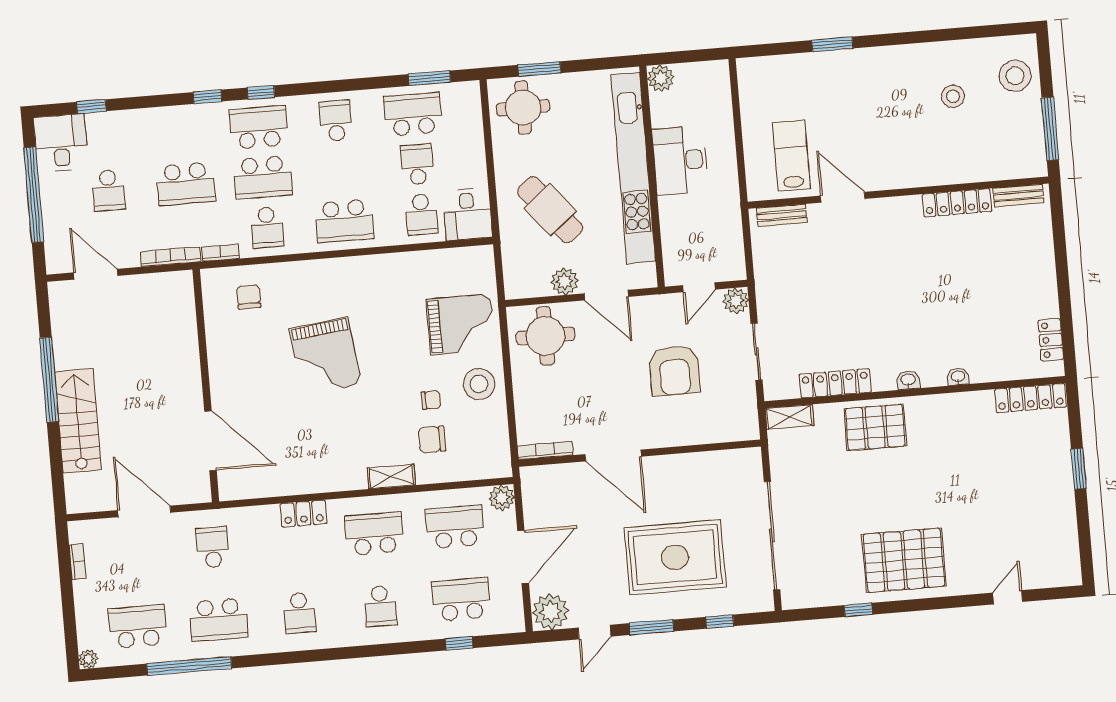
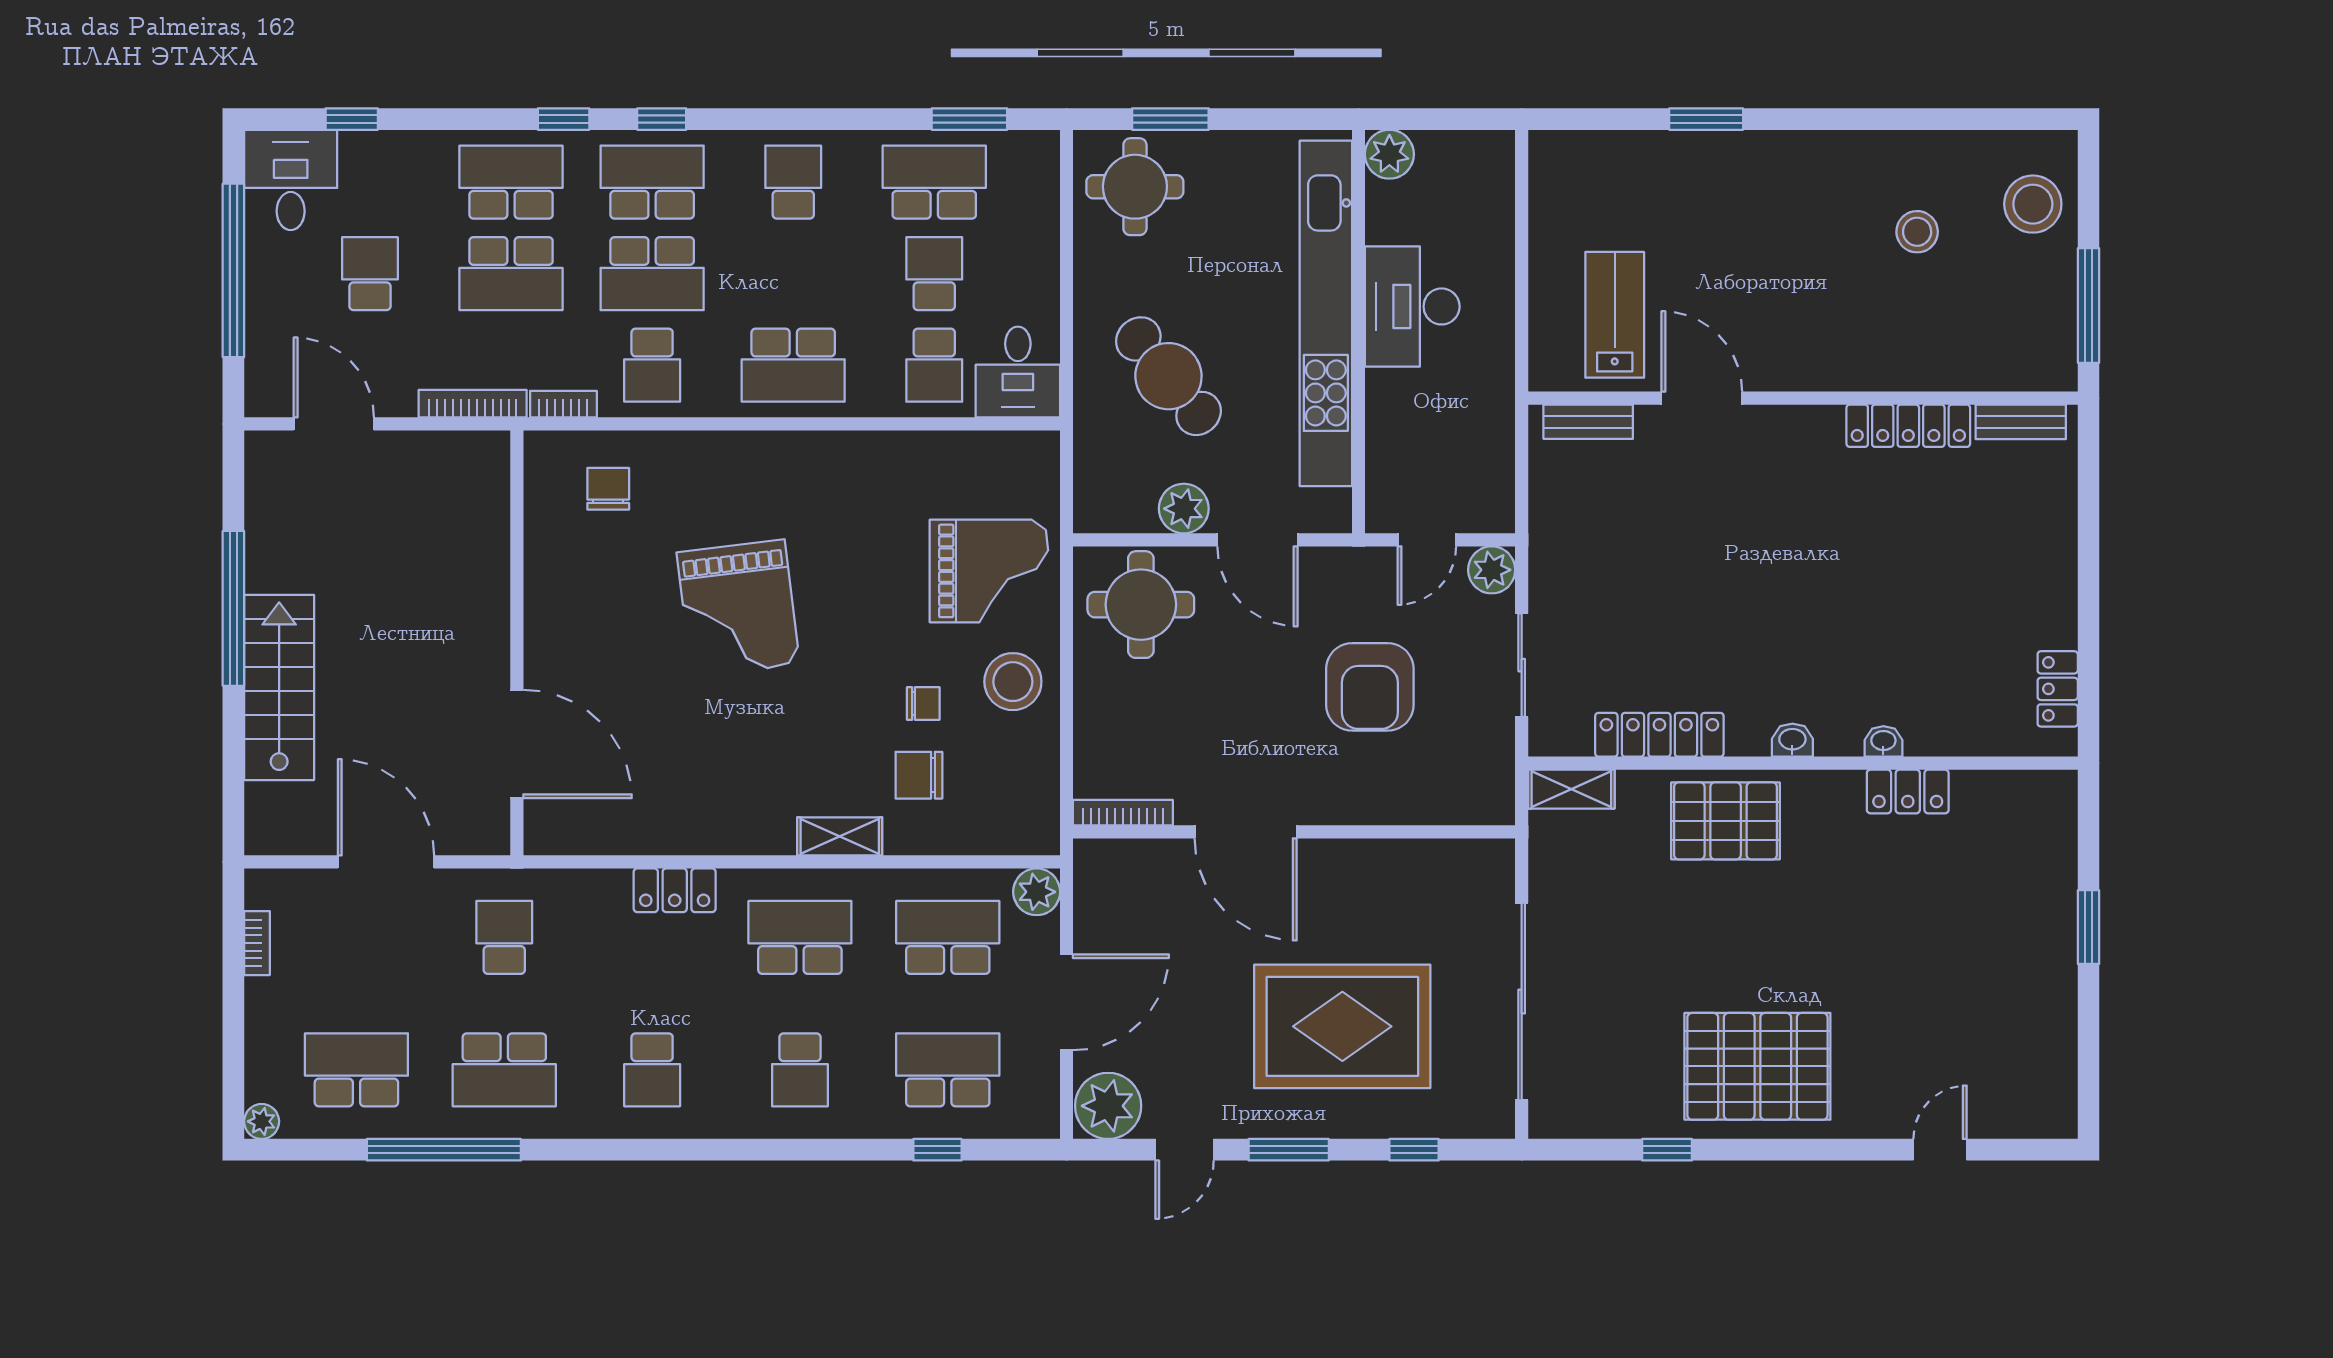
school desk: (182, 134) -> (511, 182), added
school desk: (109, 190) -> (370, 274), turned 180
locker: (1030, 398) -> (1908, 791), moved, width x0.66

